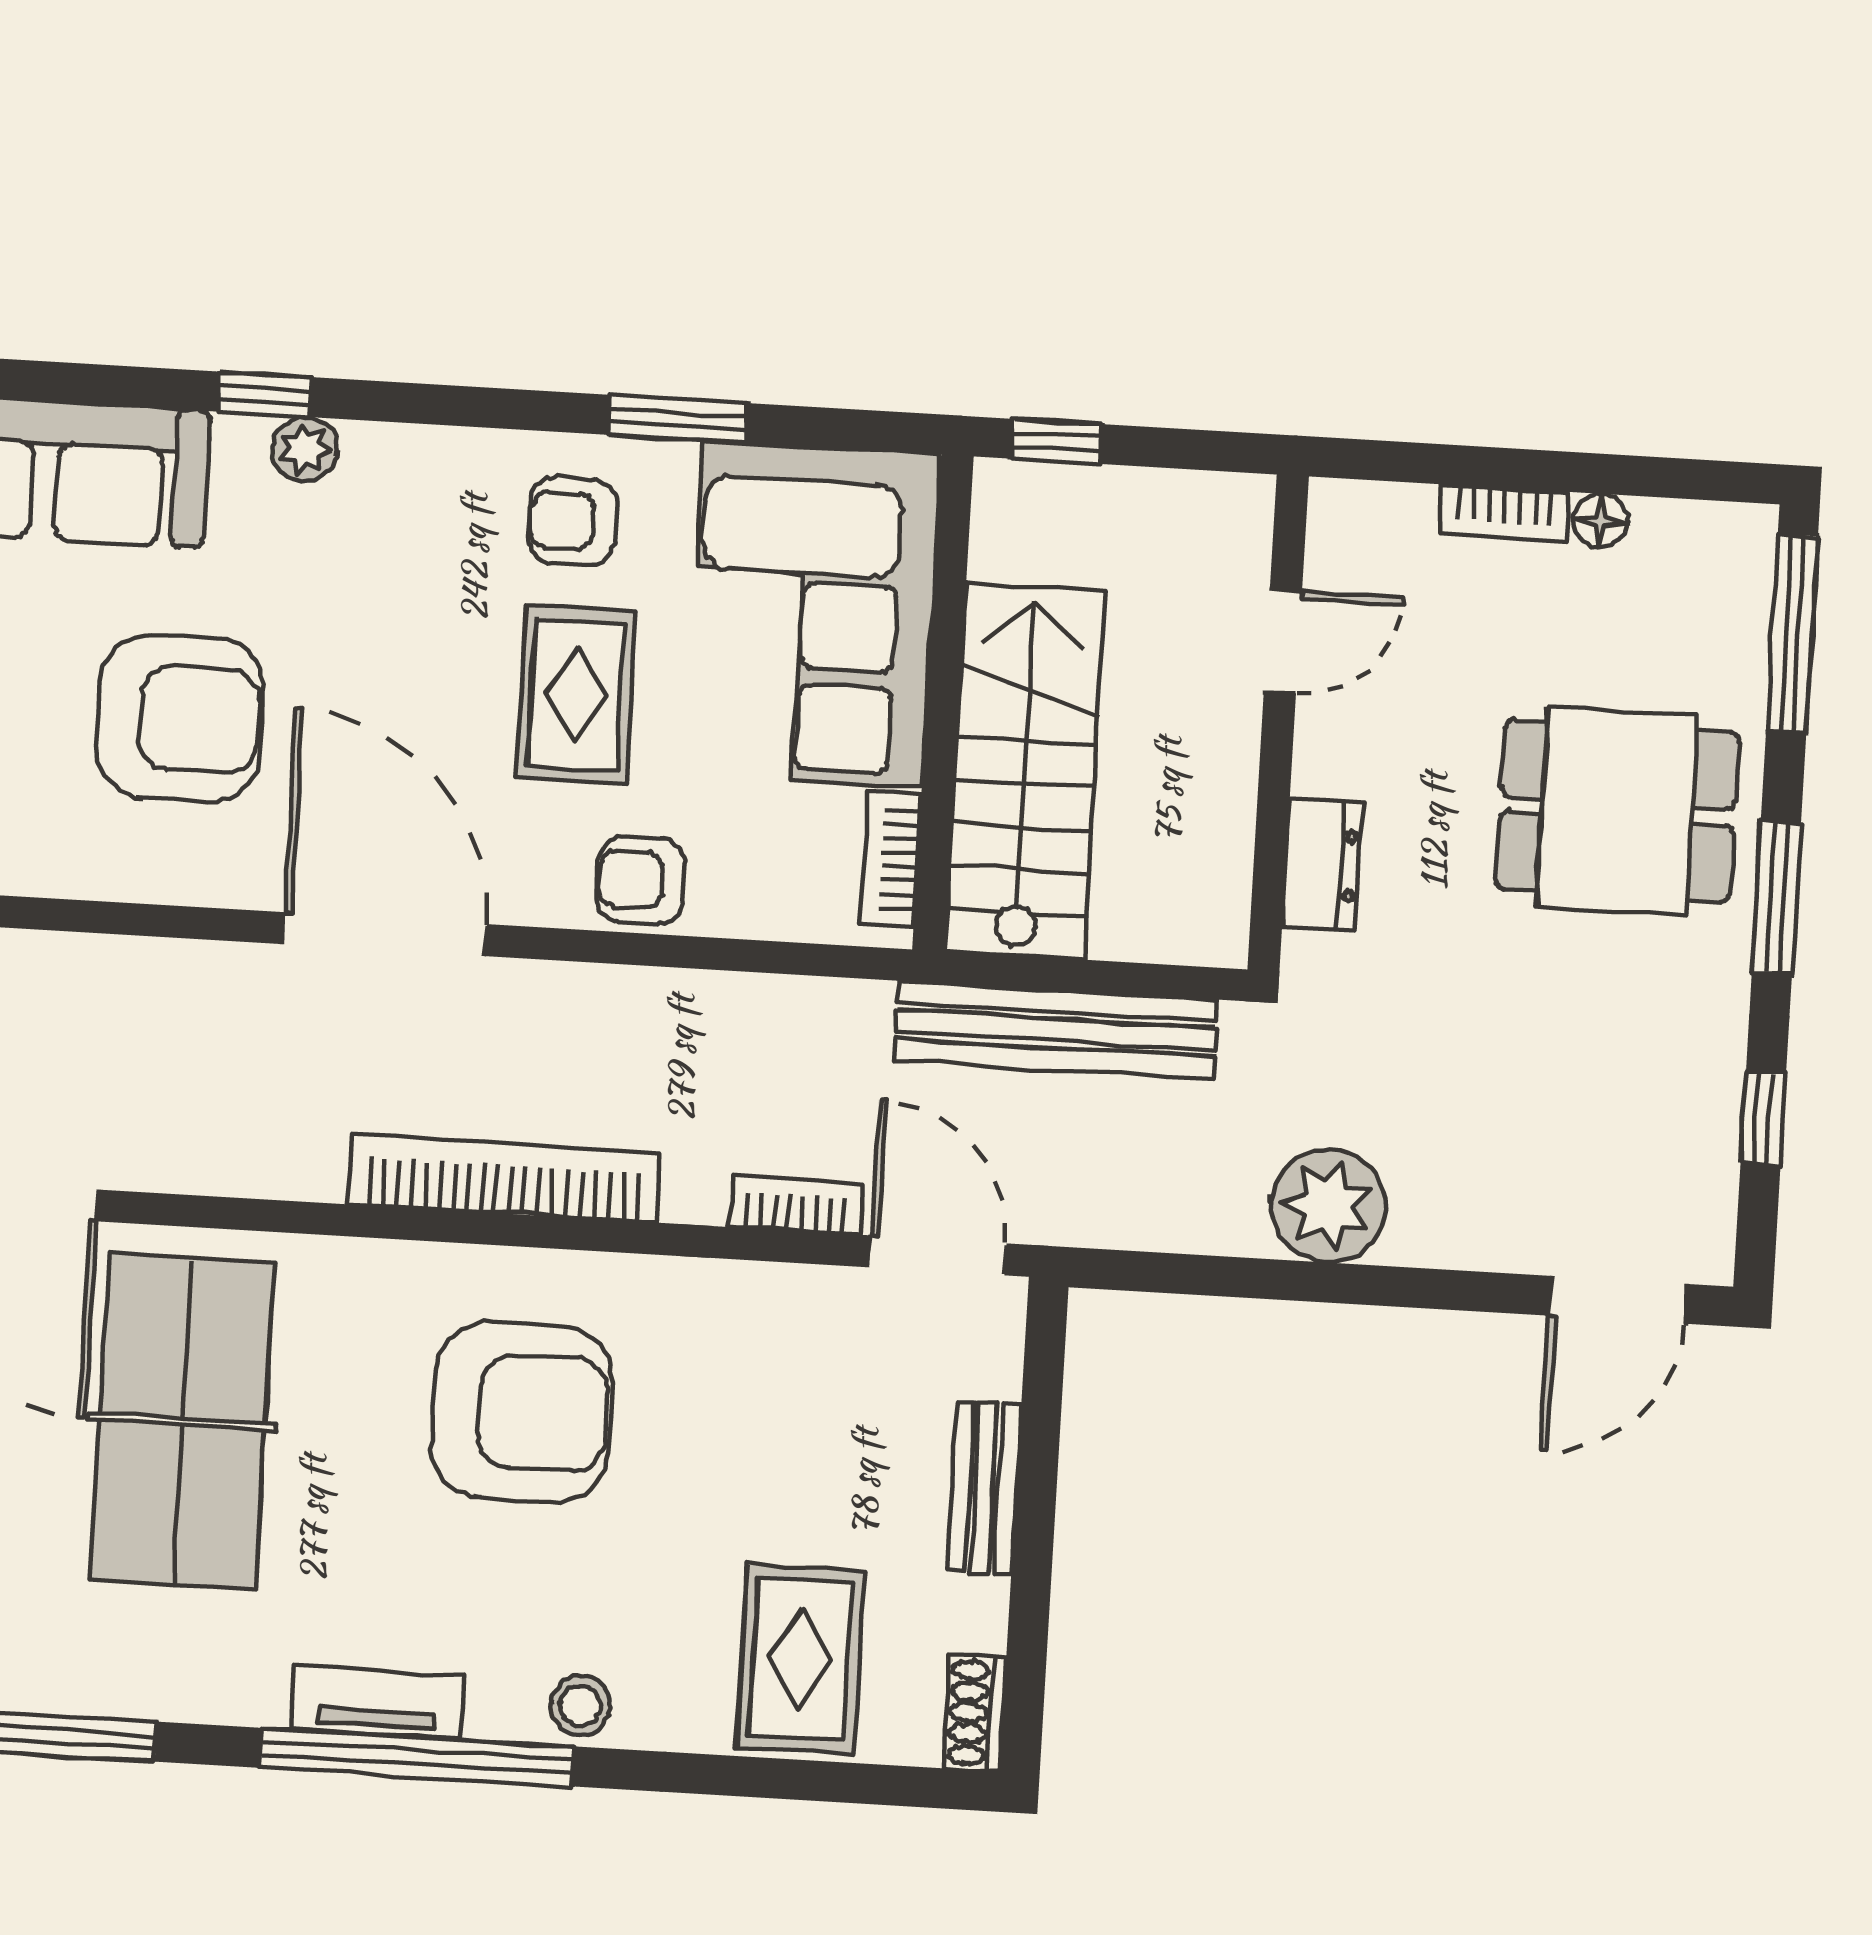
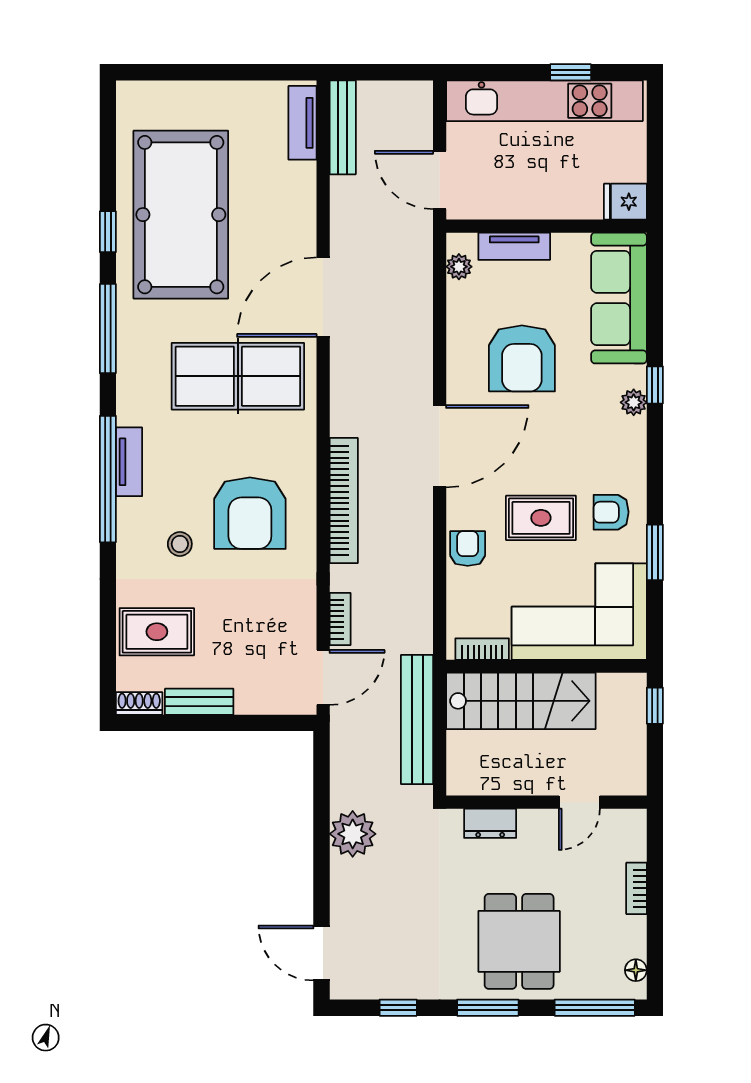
armchair: (573, 521) -> (611, 512), turned -90
floor lamp: (1600, 521) -> (636, 970), moved
door: (1283, 642) -> (579, 802), hinge flipped
bench: (984, 1488) -> (199, 702), moved
stool: (580, 1706) -> (180, 544), moved

